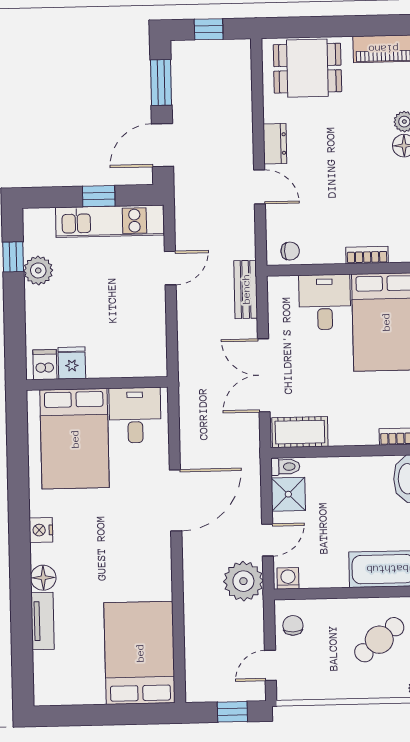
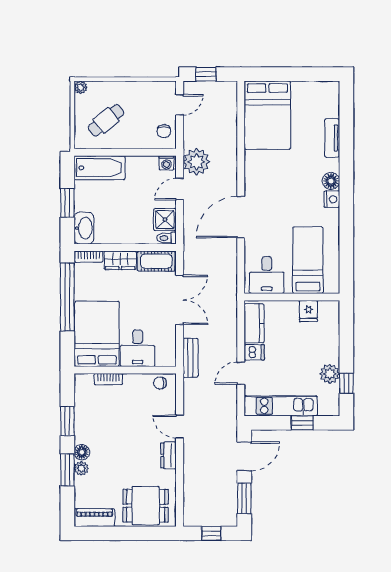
window: (99, 196) -> (302, 423), moved
kitchen counter: (152, 343) -> (254, 323), added
dishwasher: (45, 365) -> (254, 352), moved, turned -90
wardrobe: (353, 432) -> (120, 260), added
bed: (75, 439) -> (308, 260), width x0.67
floor lamp: (43, 578) -> (331, 181), moved

